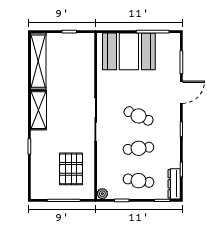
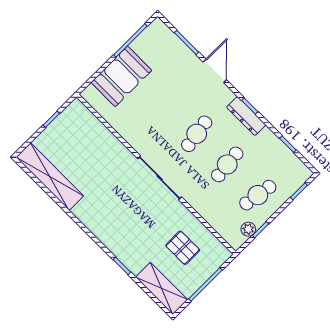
booth: (129, 51) -> (121, 76), width x0.73, depth x0.70
shelving: (38, 110) -> (162, 288), moved
cafe table: (139, 116) -> (197, 134), turned -33
pallet: (71, 169) -> (183, 248), width x0.67, depth x0.71
dresser: (174, 184) -> (246, 116), moved
plant: (102, 194) -> (248, 229), moved

